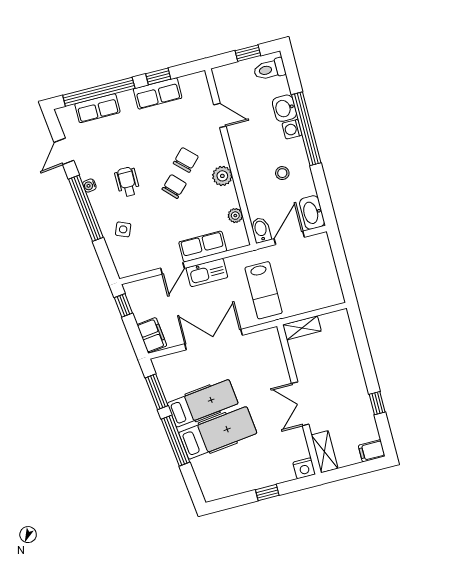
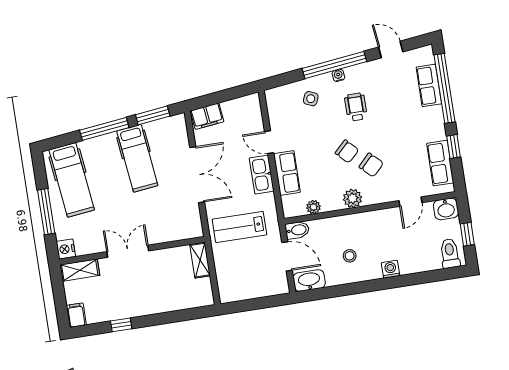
row of seats: (158, 93) -> (440, 163), moved
washbasin: (284, 108) -> (446, 209), moved, turned 180
window: (306, 129) -> (390, 283), removed
wheelchair: (127, 182) -> (356, 107), turned -90
water cooler: (89, 186) -> (338, 75), moved
window: (123, 305) -> (238, 92), removed
hospital bed: (218, 433) -> (72, 180), moved
window: (267, 493) -> (46, 212), width x2.17

